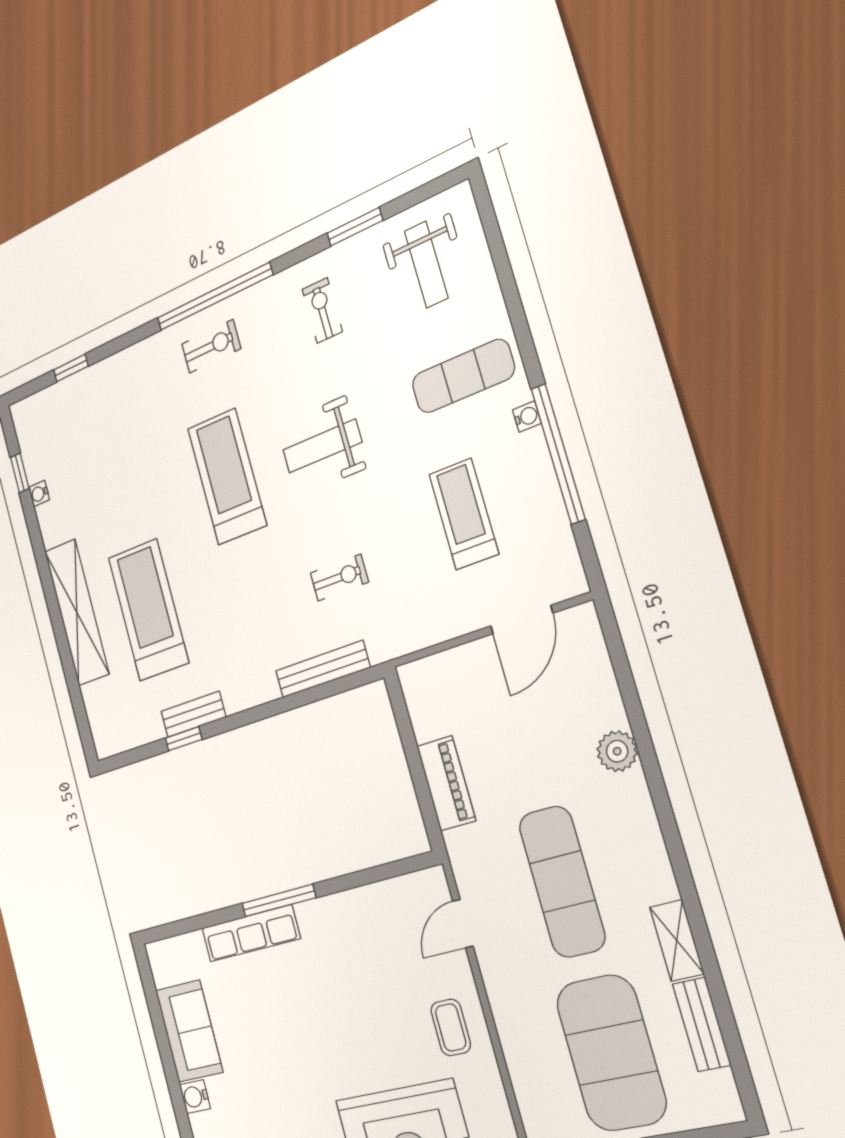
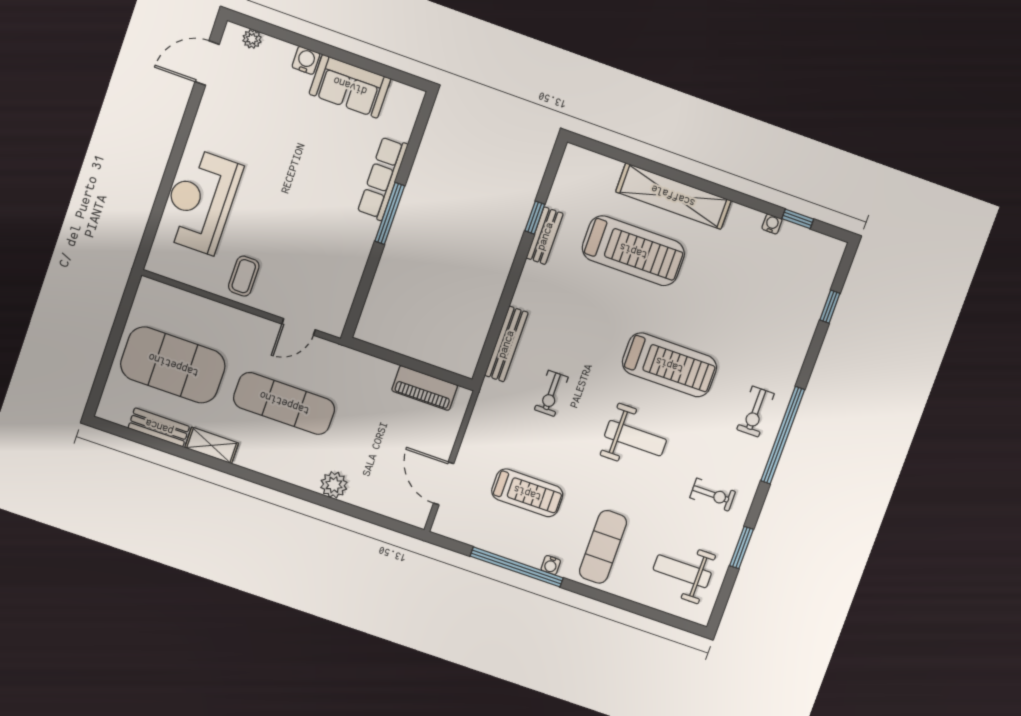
weight bench: (322, 446) -> (635, 438), turned 90
piano: (446, 783) -> (425, 388), moved
door: (463, 924) -> (299, 327), swing flipped
coffee table: (451, 1027) -> (244, 276), turned 90

